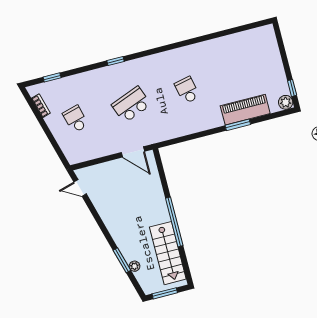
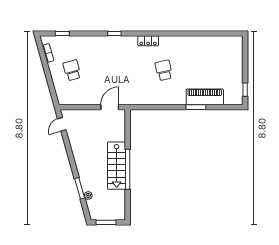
locker: (159, 59) -> (148, 41), added
plant: (286, 102) -> (237, 99), removed
school desk: (131, 105) -> (118, 70), removed
door: (133, 152) -> (110, 107), swing flipped
door: (80, 188) -> (62, 124), hinge flipped
stairs: (168, 253) -> (117, 166), moved

